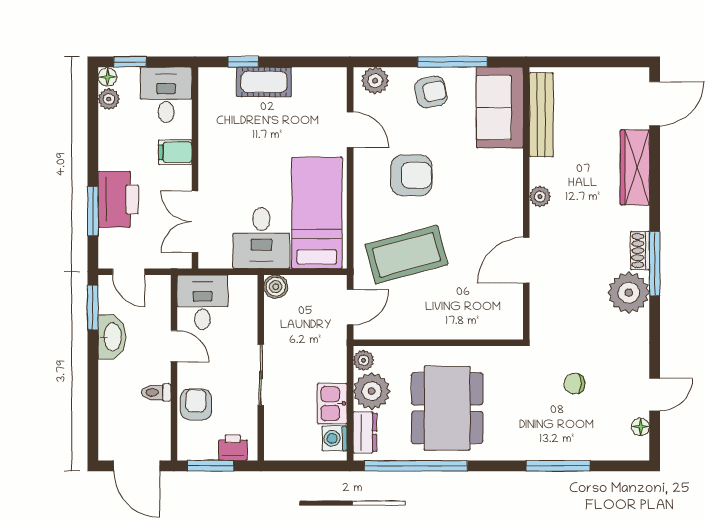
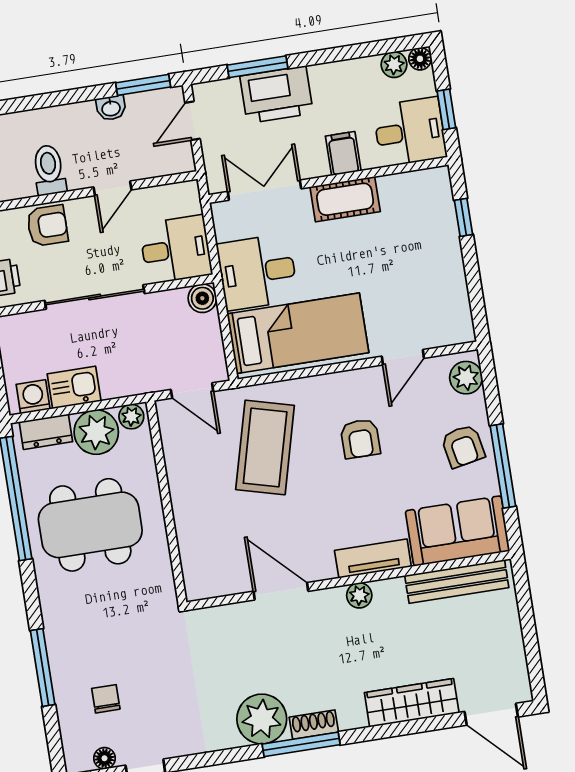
window: (130, 62) -> (446, 109), moved
cot: (264, 82) -> (345, 199), moved, turned 90
armchair: (411, 175) -> (360, 439), width x0.72, depth x0.72
tv unit: (512, 181) -> (373, 559), added
coffee table: (406, 255) -> (265, 448), turned 30
desk: (202, 302) -> (176, 249), moved
washbasin: (112, 337) -> (111, 108), width x0.52, depth x0.69
sliding door: (261, 375) -> (95, 297), width x1.37
chair: (574, 384) -> (106, 699), moved
toilet: (156, 392) -> (49, 170), width x1.37, depth x1.39

